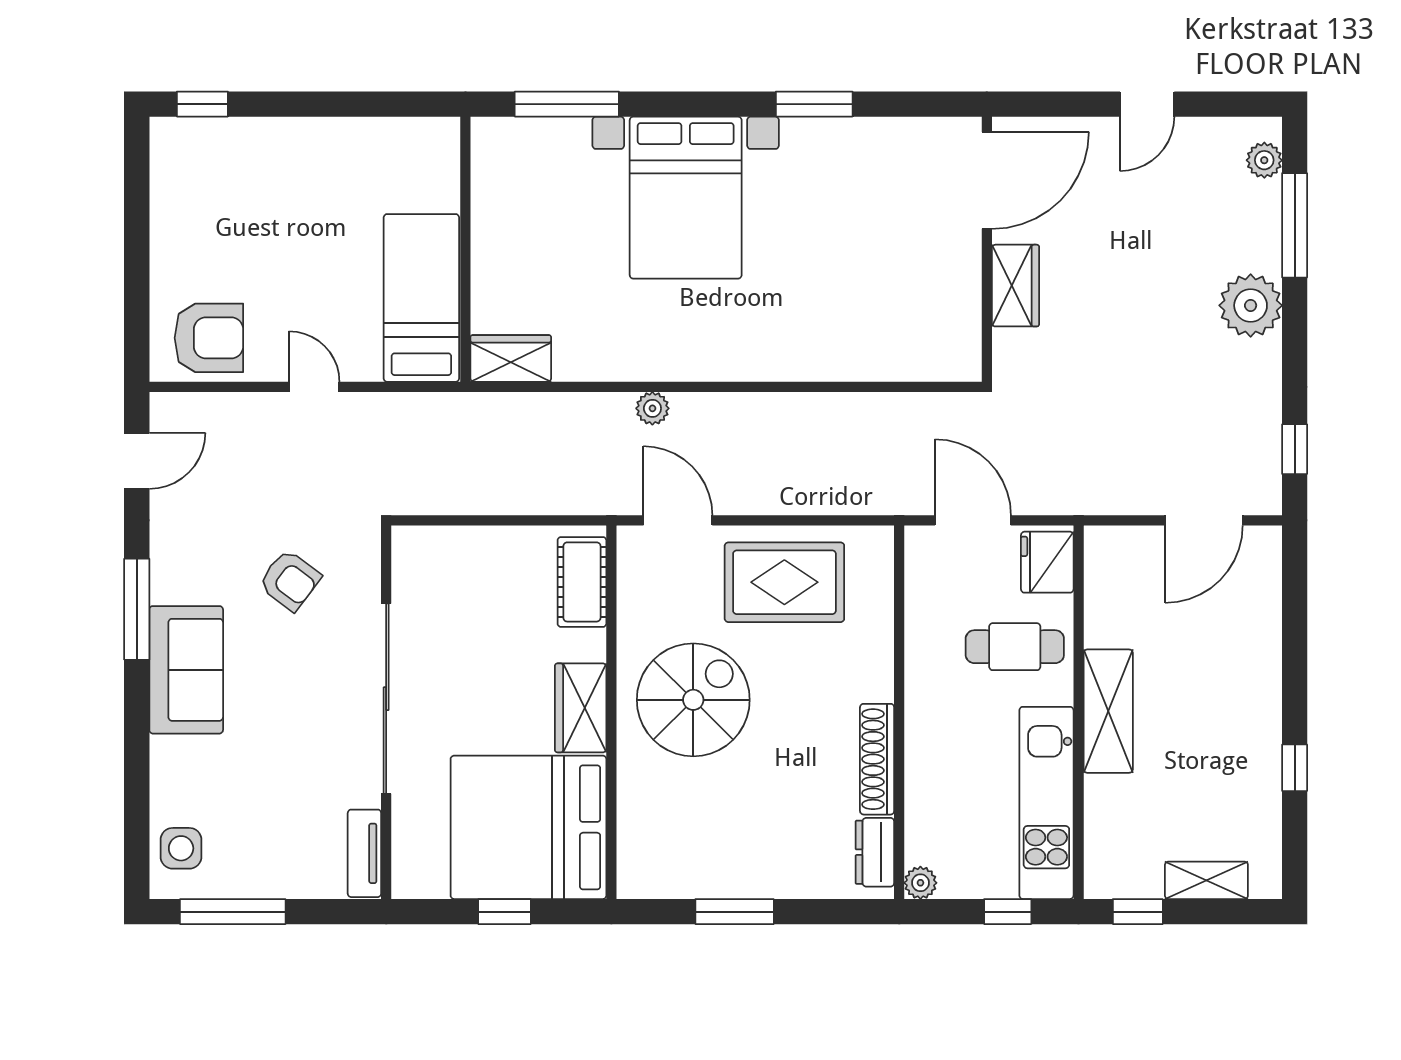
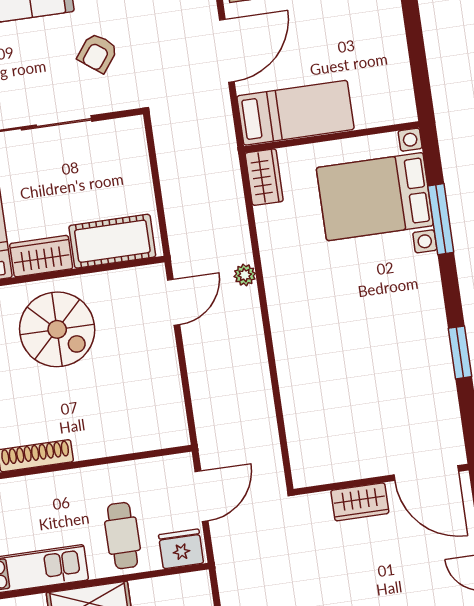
window: (567, 104) -> (441, 219), moved
bed with nightstands: (686, 198) -> (375, 197), moved
door: (314, 387) -> (227, 51), width x1.88
cot: (582, 582) -> (112, 241), width x1.37, depth x1.34
rug: (784, 582) -> (143, 378), removed

